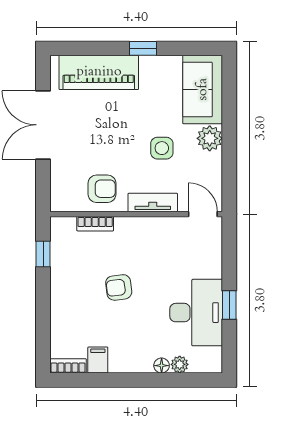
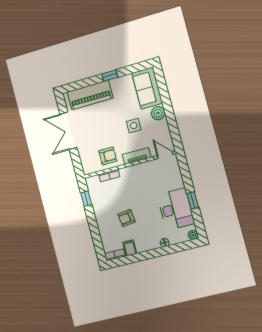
armchair: (119, 287) -> (127, 218), moved
plant: (180, 364) -> (193, 235), moved

